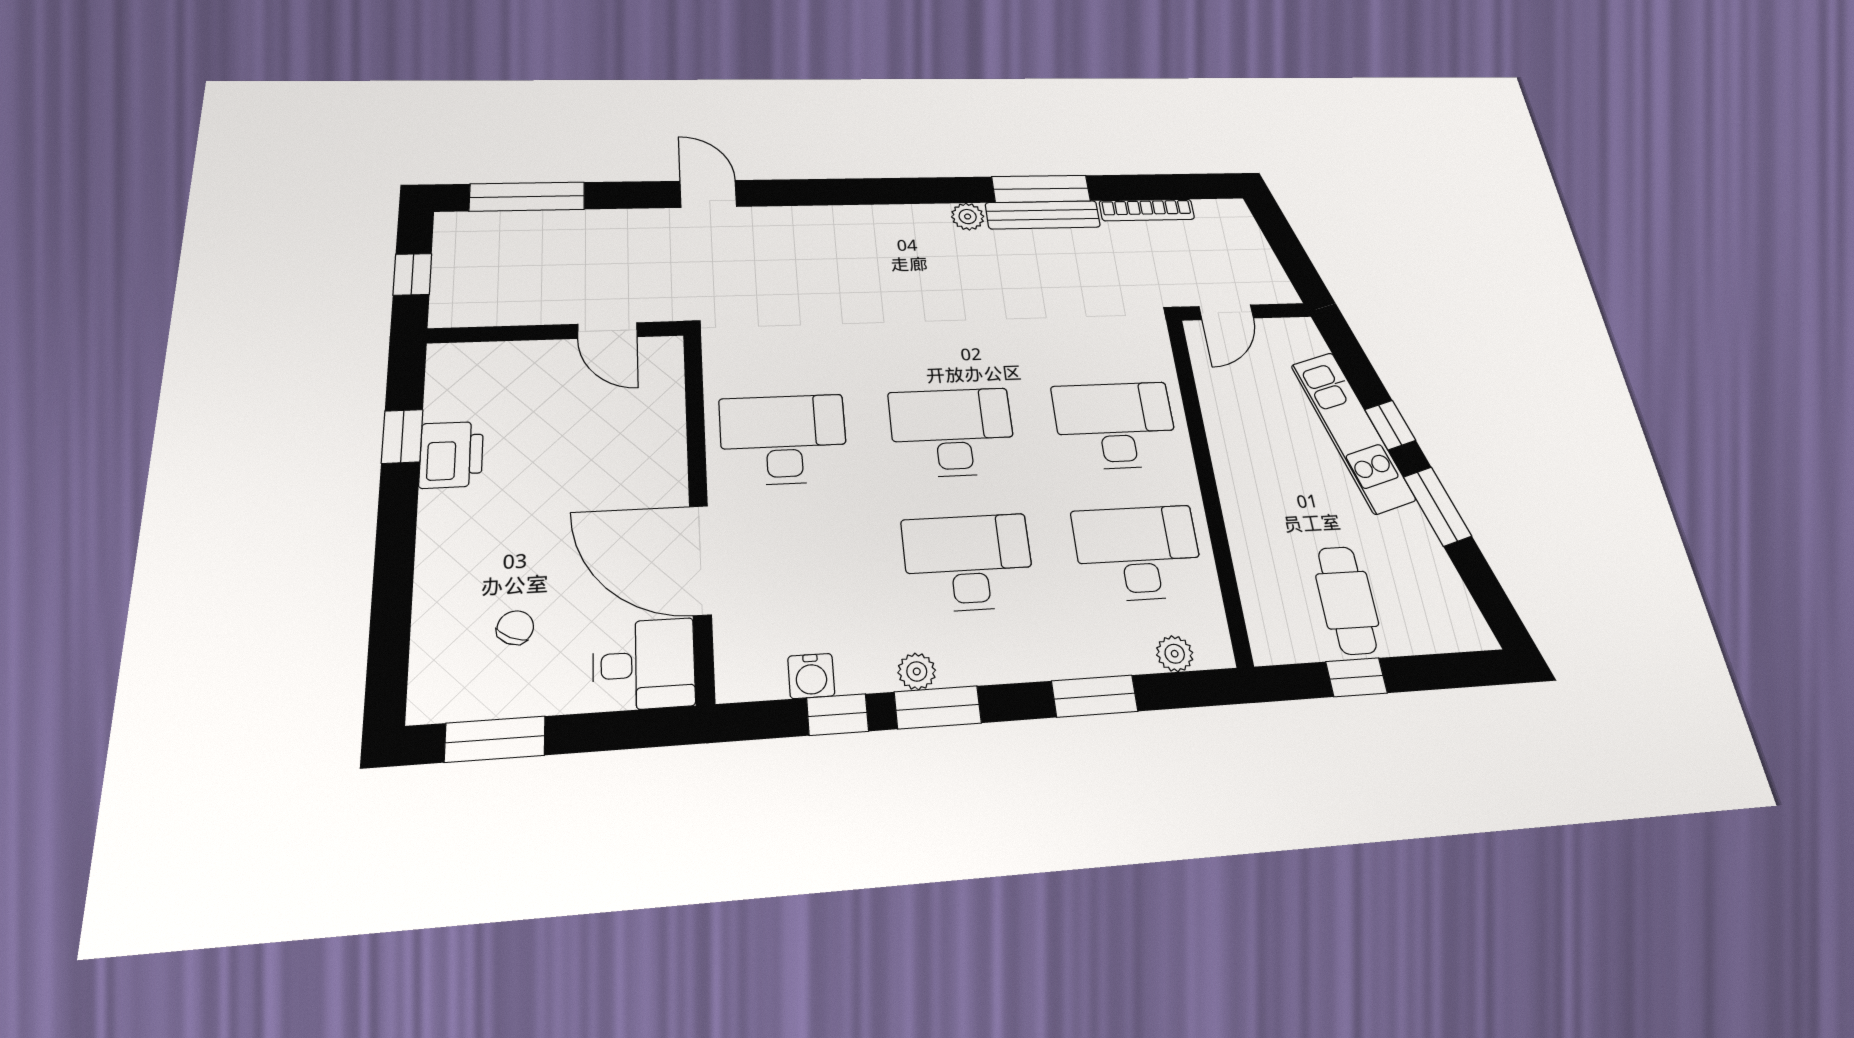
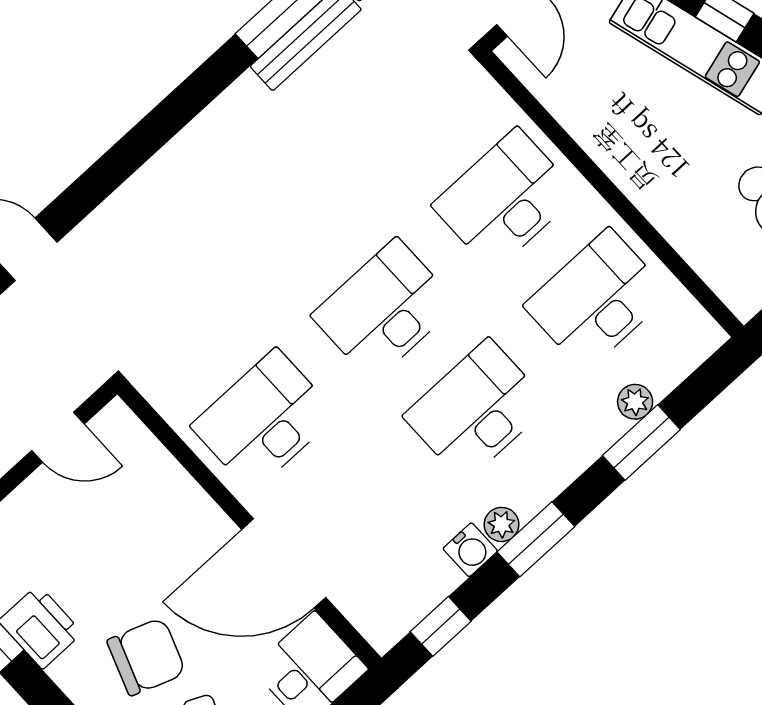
plant: (968, 217) -> (246, 93), removed
chair: (514, 545) -> (146, 657), added
plant: (1175, 654) -> (635, 402), moved
water cooler: (811, 676) -> (470, 550), moved
window: (838, 715) -> (441, 626), moved

